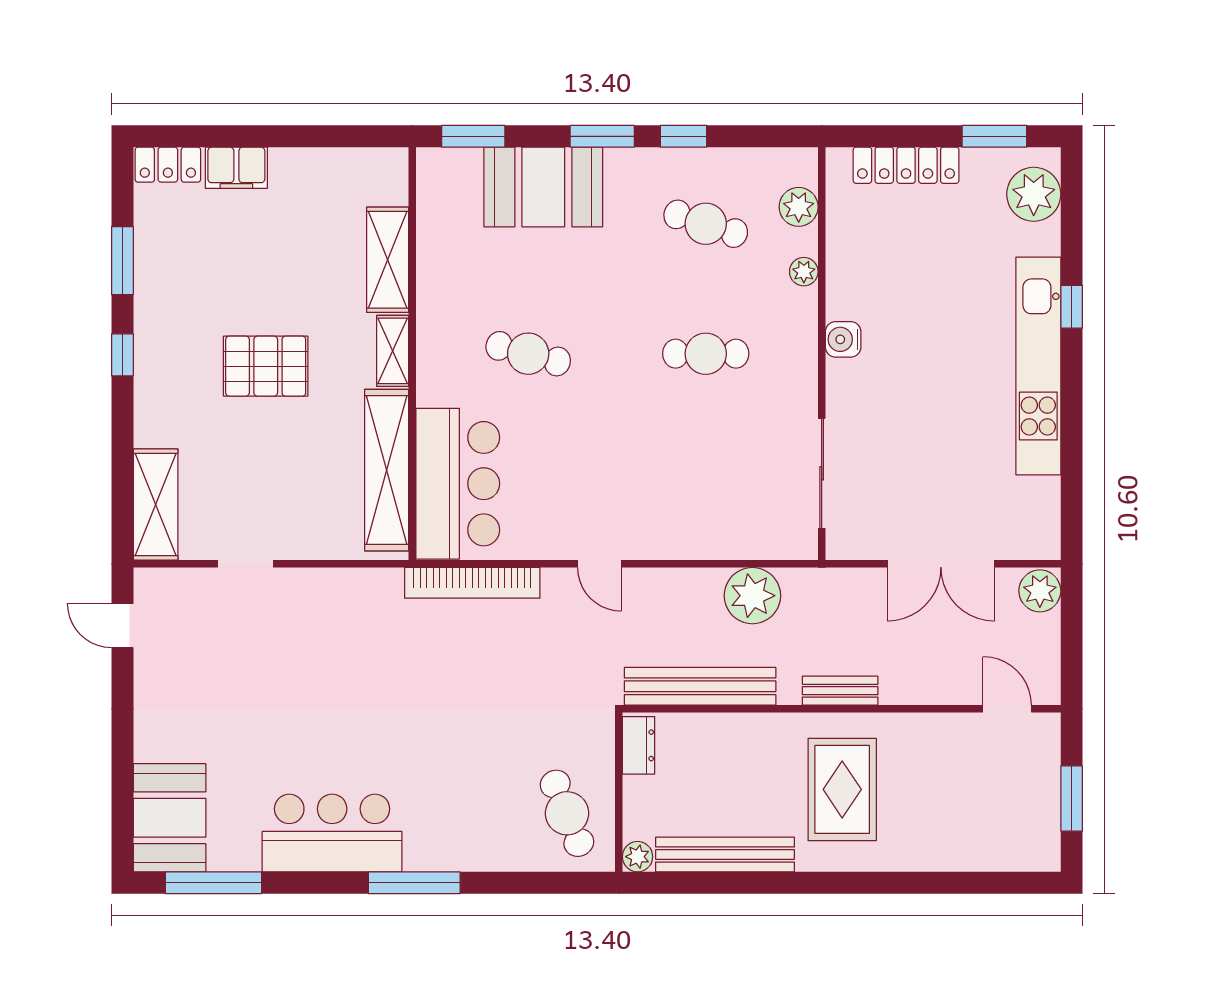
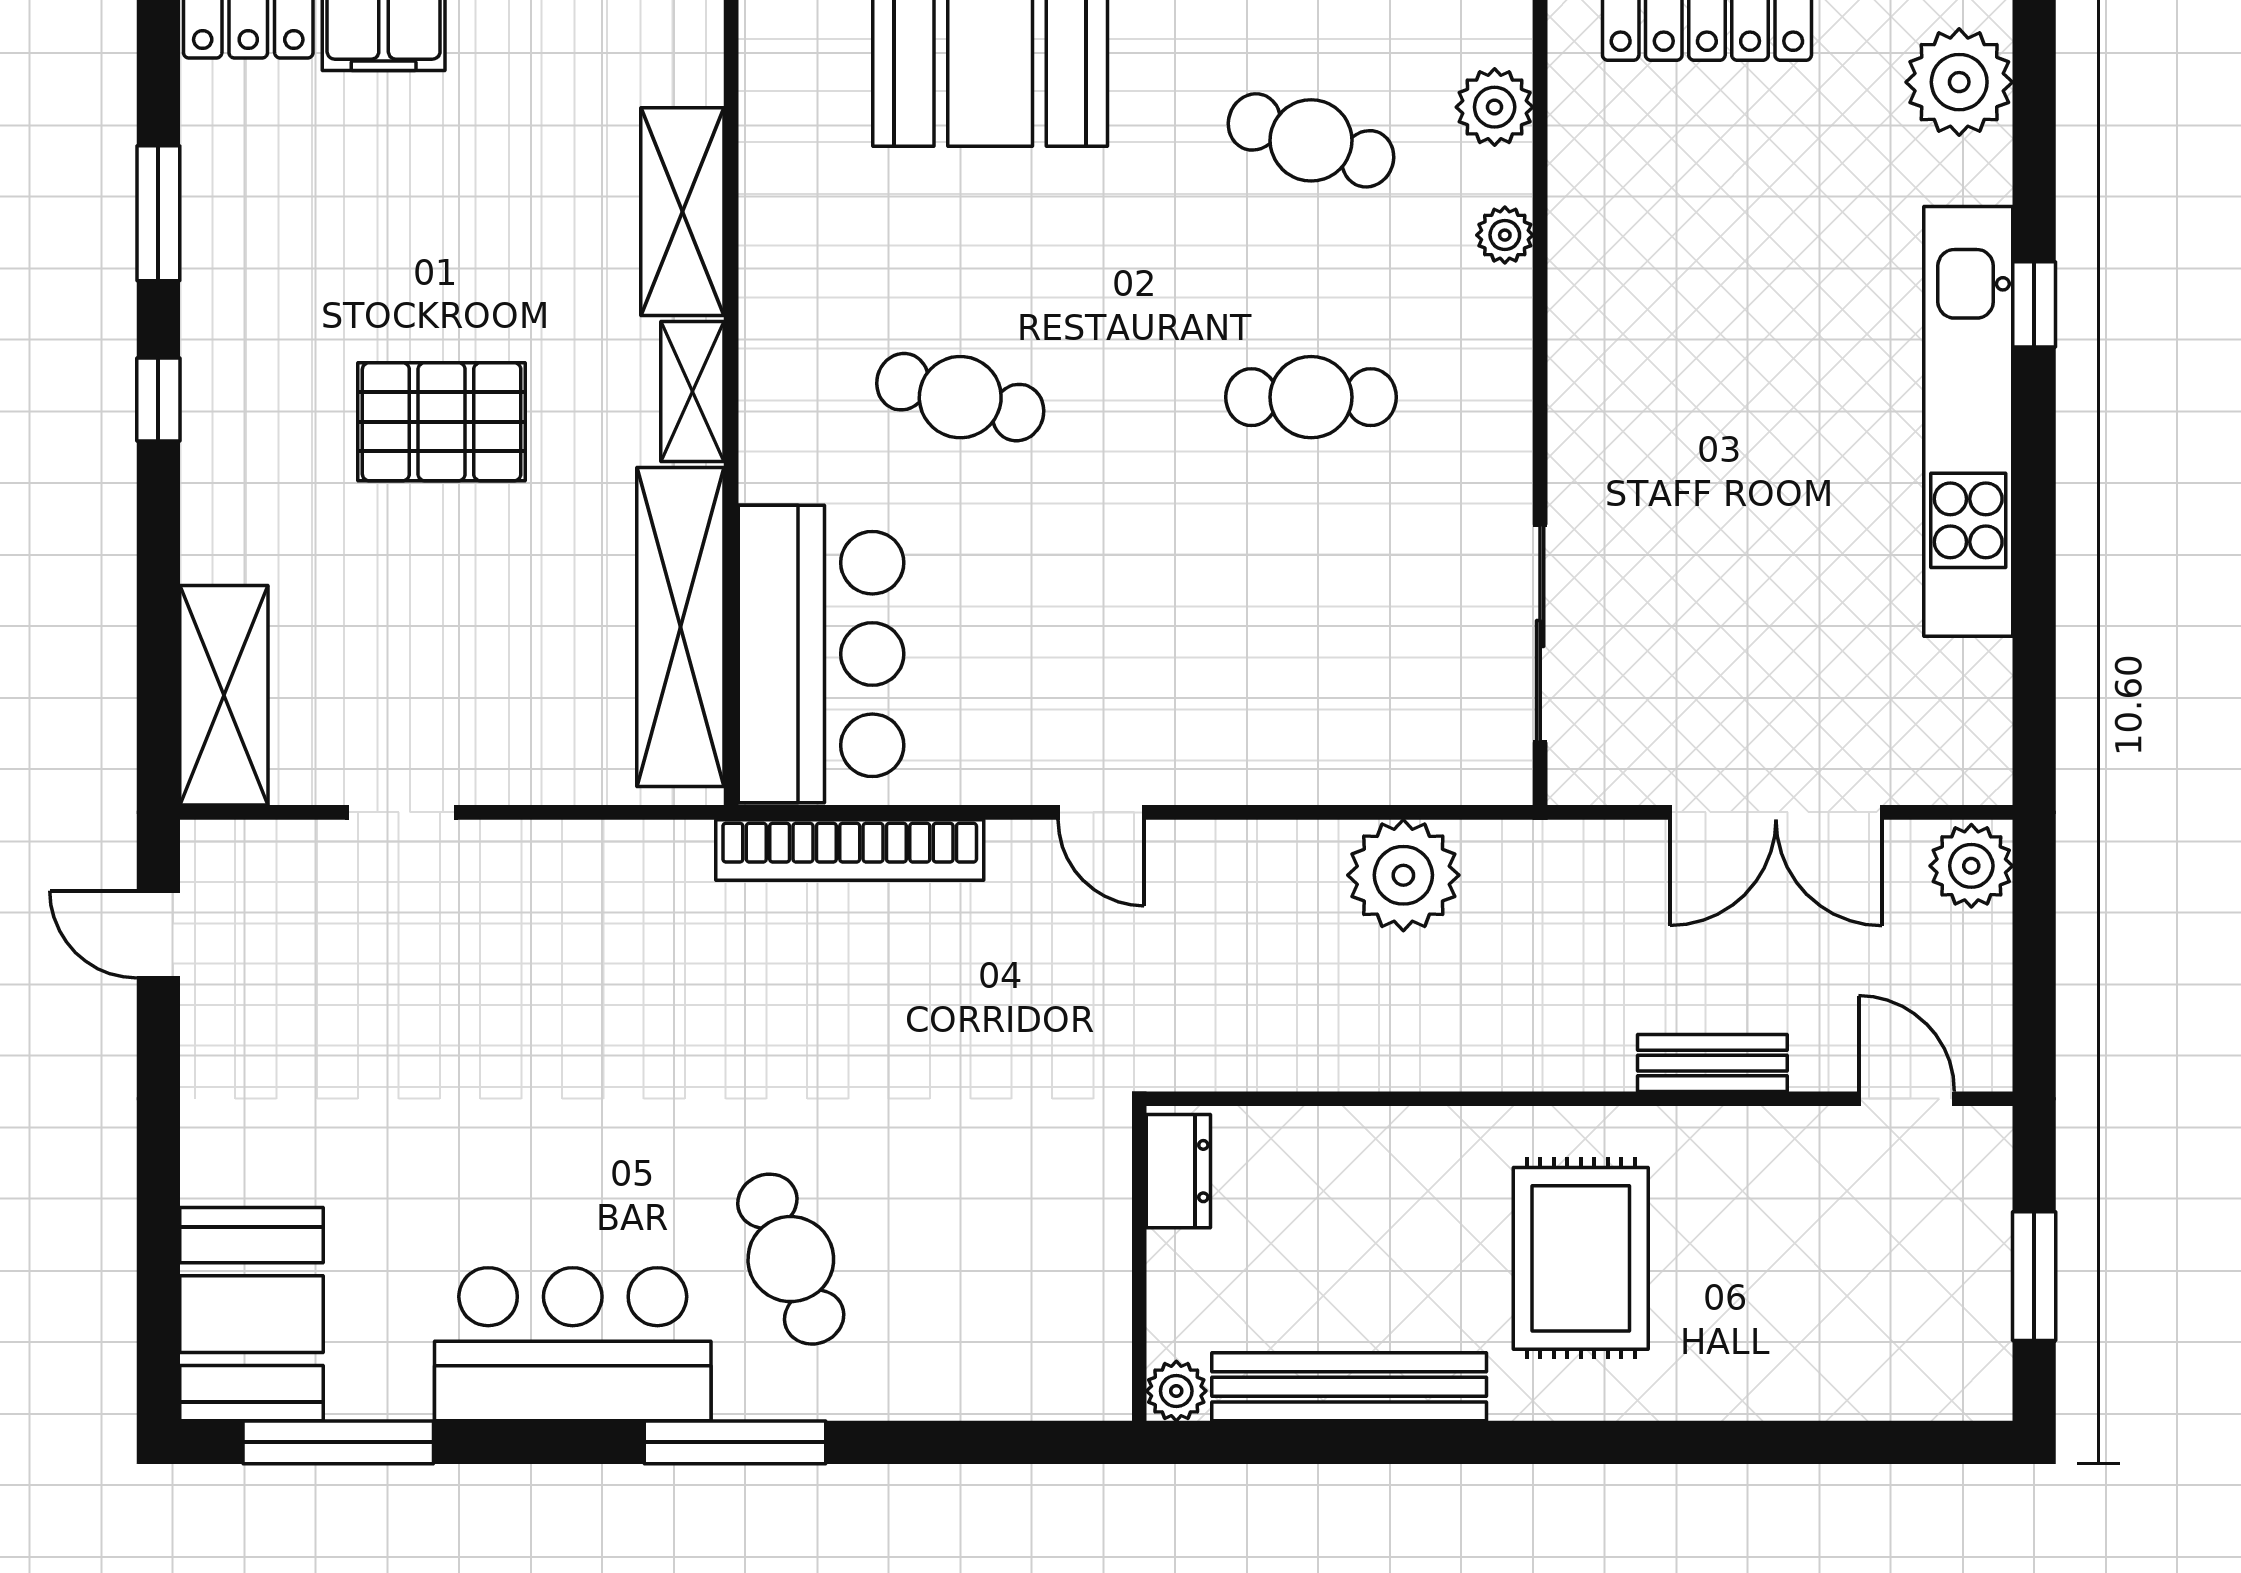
water cooler: (843, 339) -> (1583, 369), removed
bench: (700, 686) -> (1300, 1054), removed
bench: (840, 691) -> (1712, 1063), moved
cafe table: (567, 813) -> (791, 1259), moved

